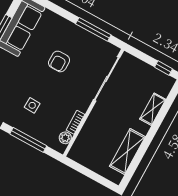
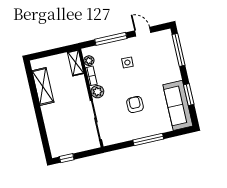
window: (93, 29) -> (148, 139), moved
plant: (83, 103) -> (97, 92), added
shelving: (153, 109) -> (76, 63), moved

